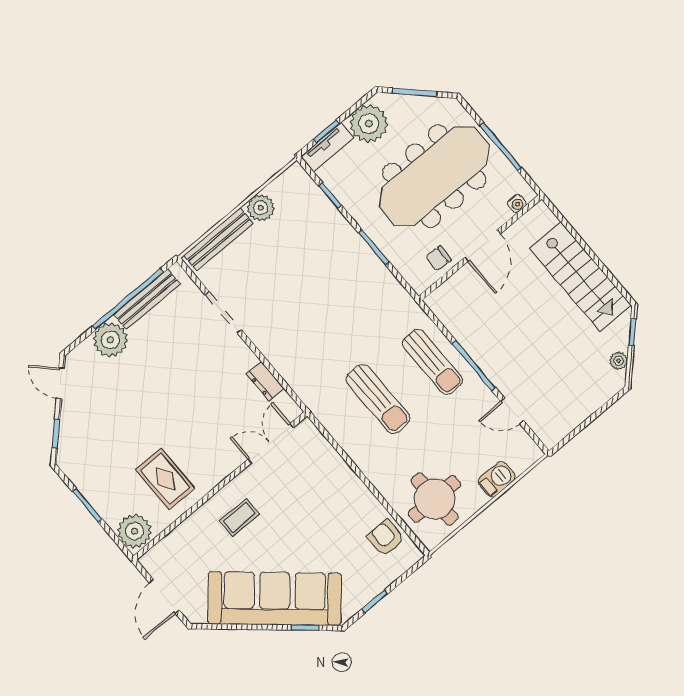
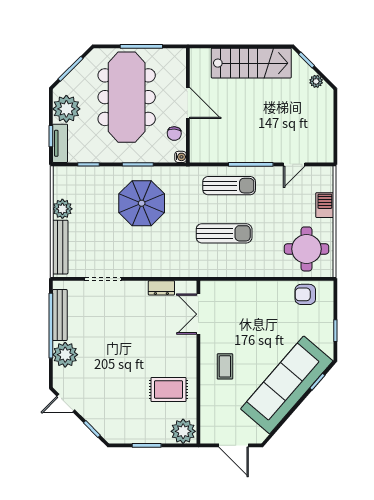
water cooler: (517, 203) -> (181, 157), moved
parasol: (337, 286) -> (142, 203), added

